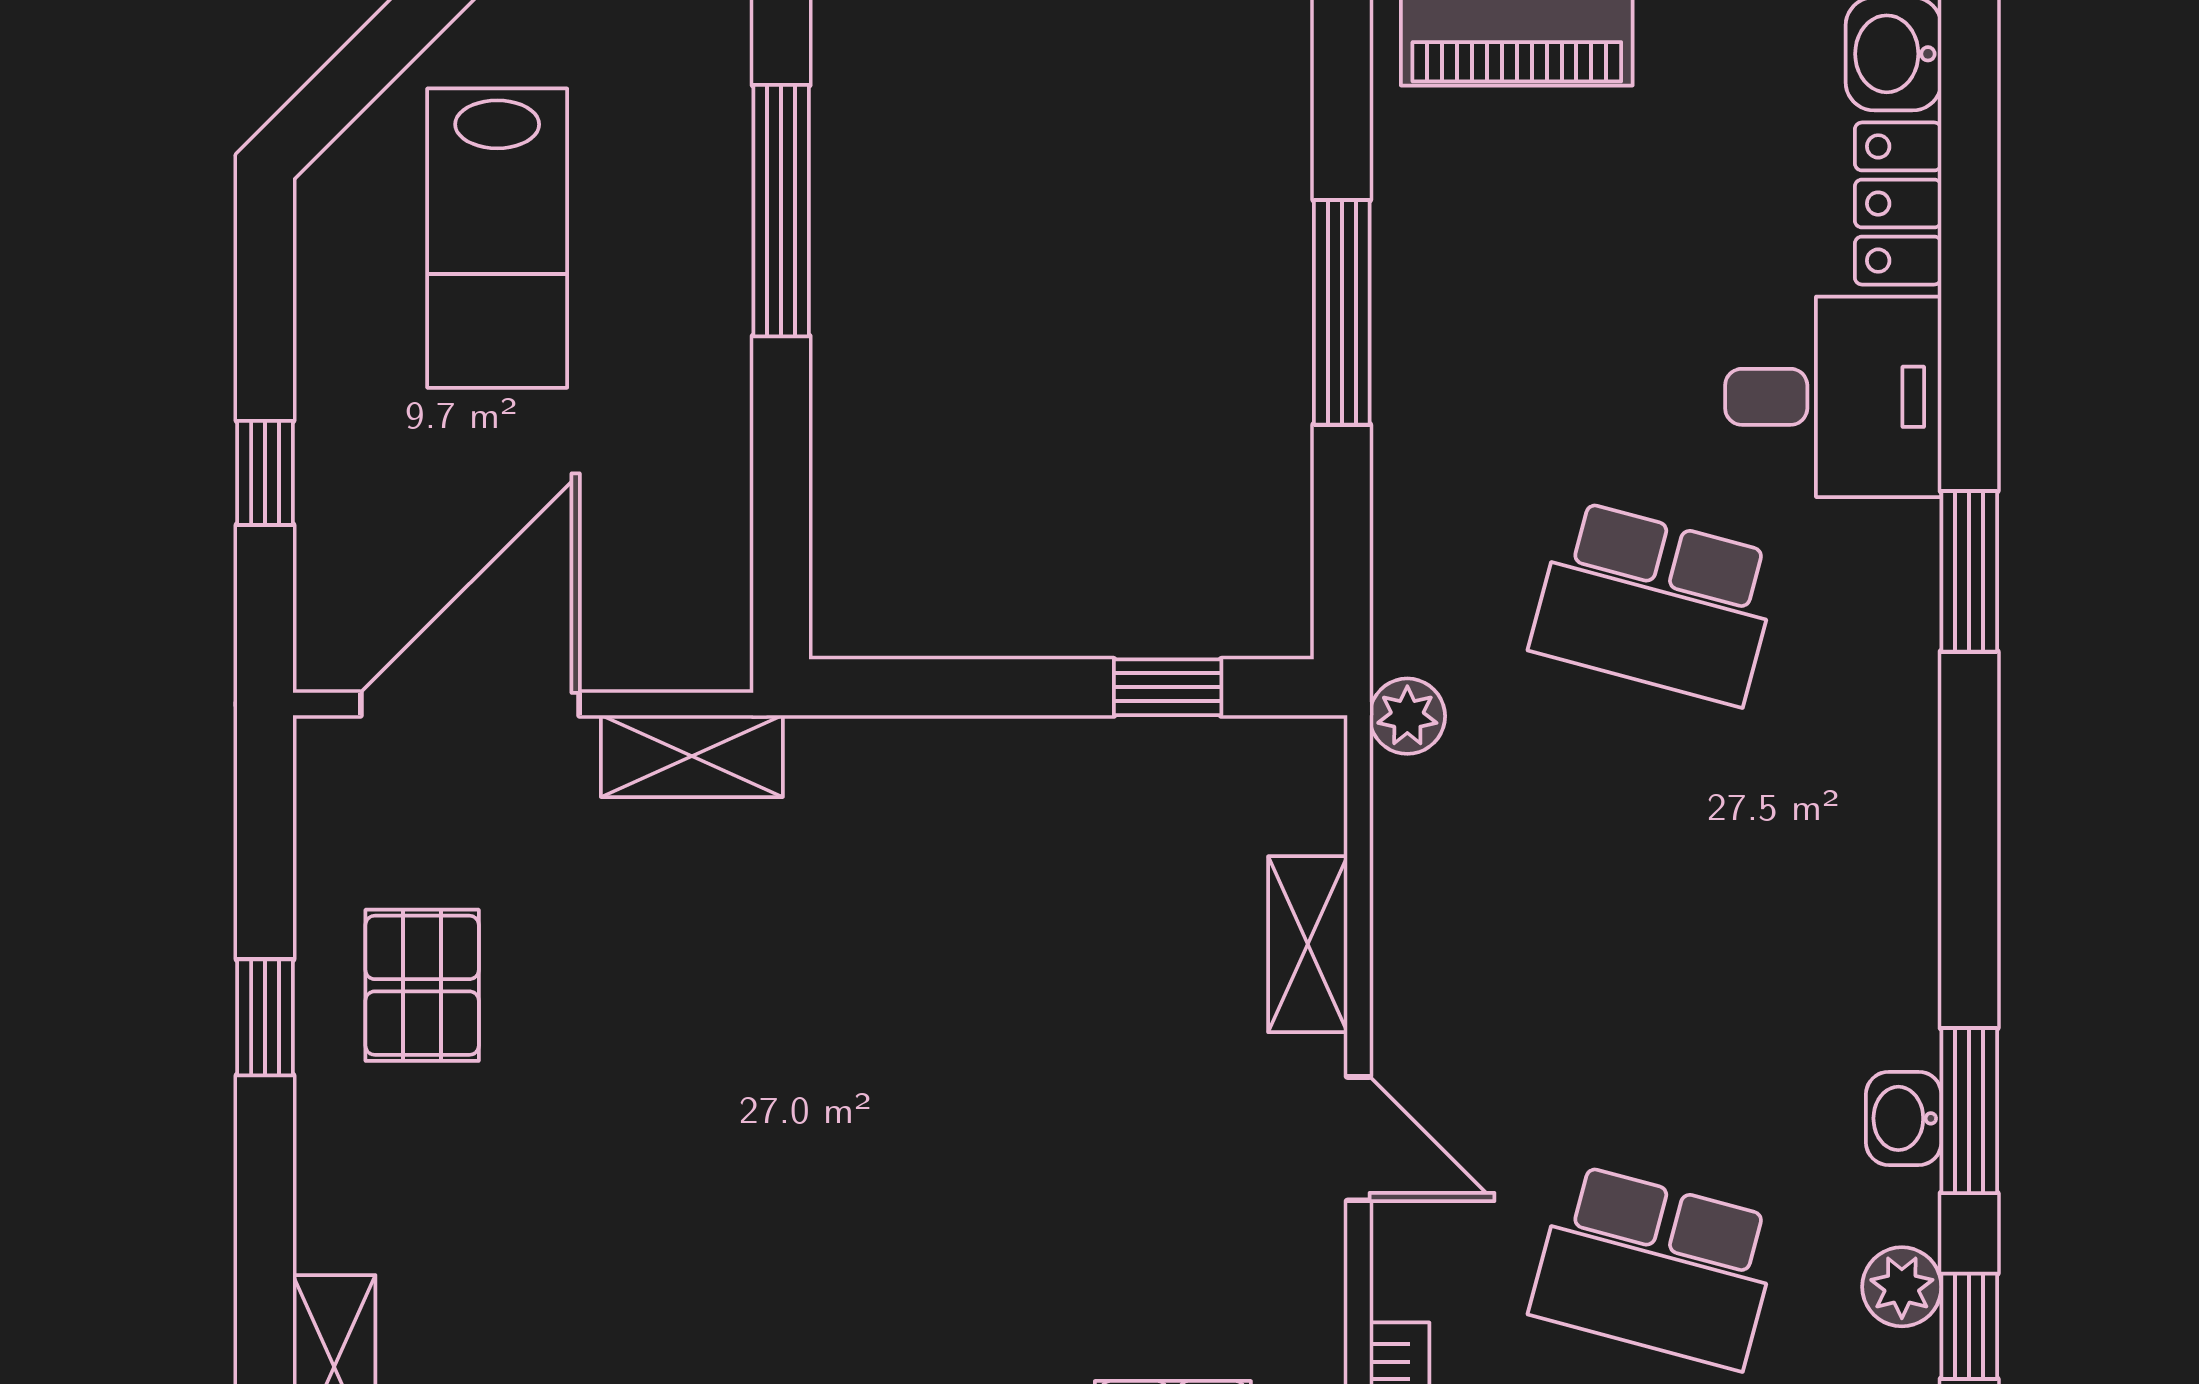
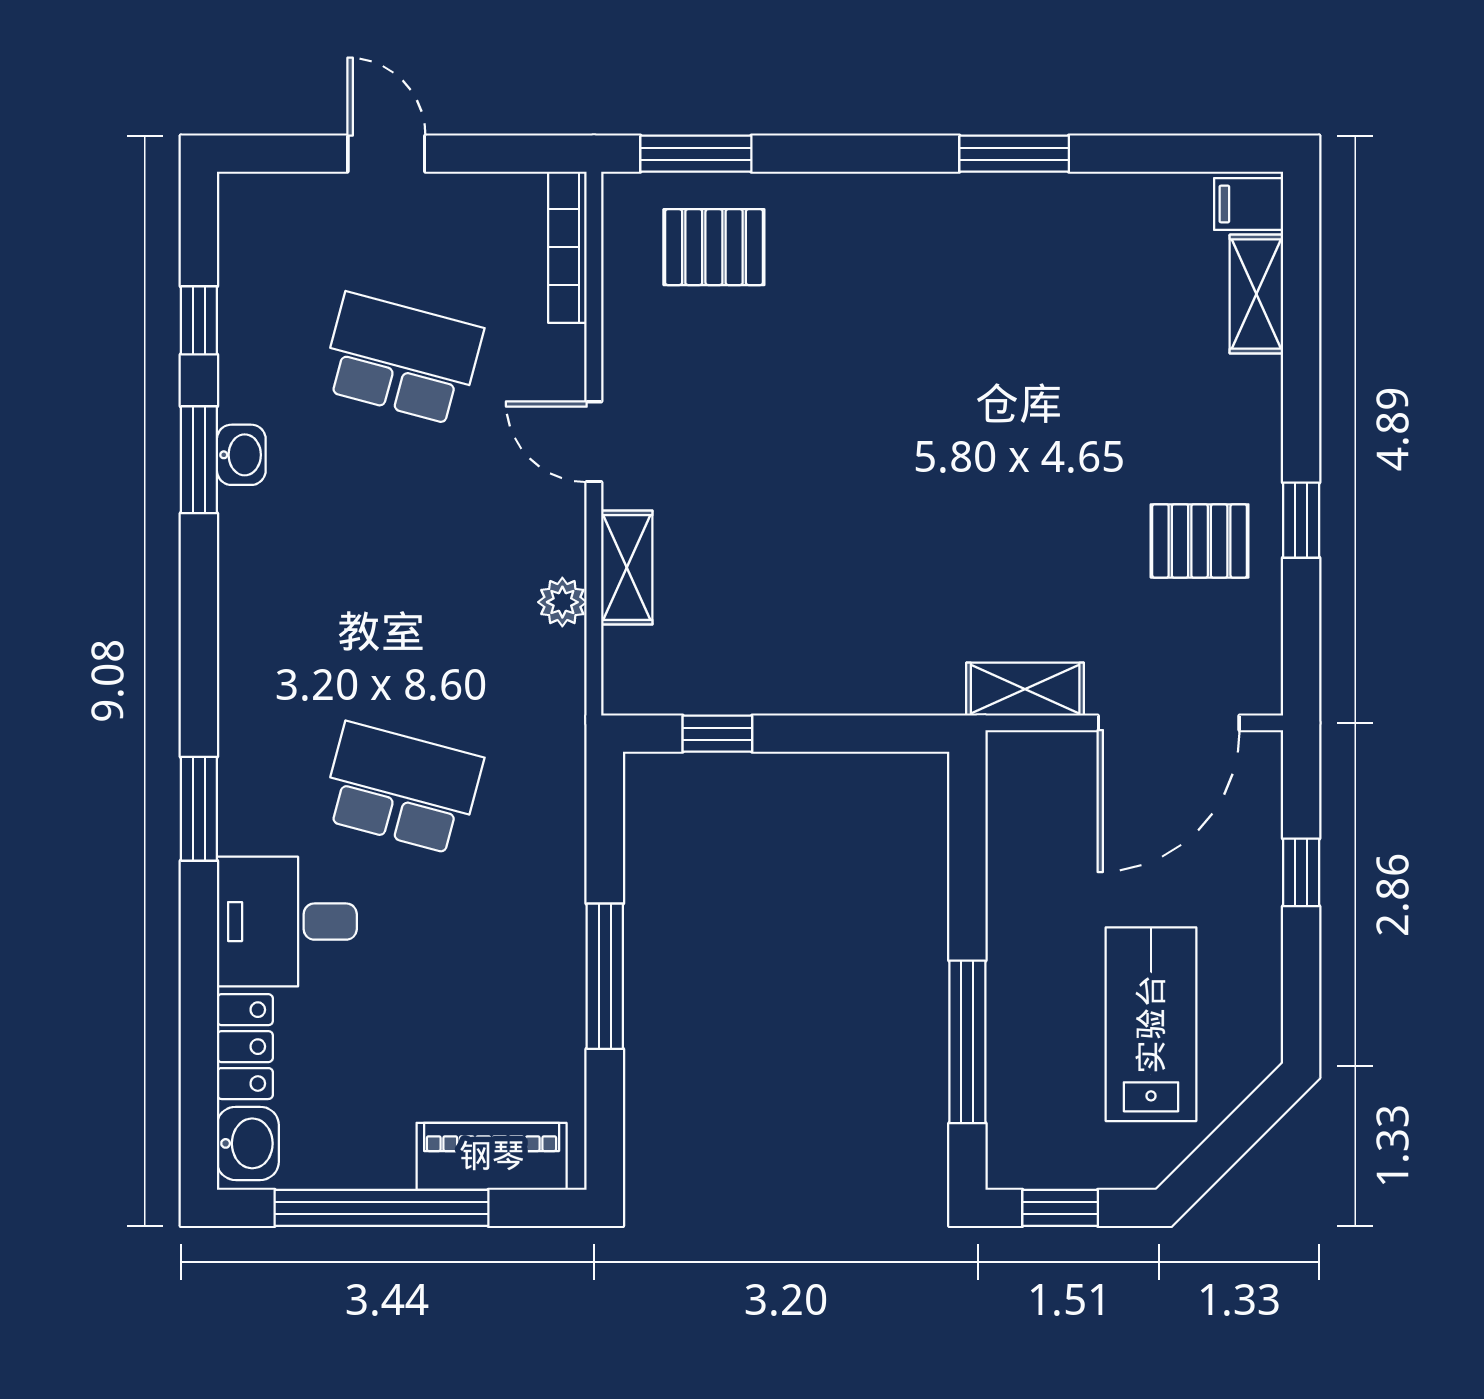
plant: (1407, 716) -> (562, 602), moved
pallet: (422, 985) -> (1200, 541), turned 90
plant: (1902, 1287) -> (243, 346), removed

